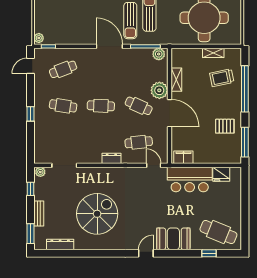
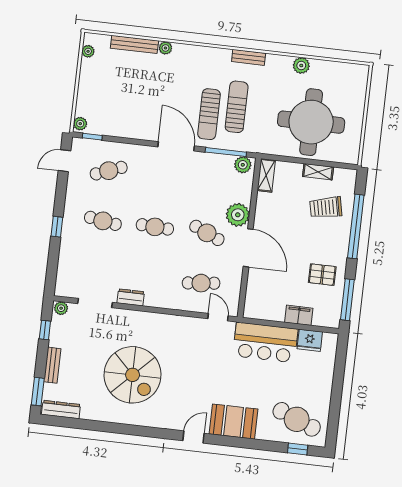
shelving: (176, 80) -> (266, 175), moved
filing cabinet: (183, 157) -> (299, 315), moved
dresser: (111, 158) -> (131, 297), moved
spiral stairs: (97, 214) -> (133, 375), turned 90
dresser: (60, 245) -> (61, 410), moved
window: (209, 253) -> (298, 449), moved

